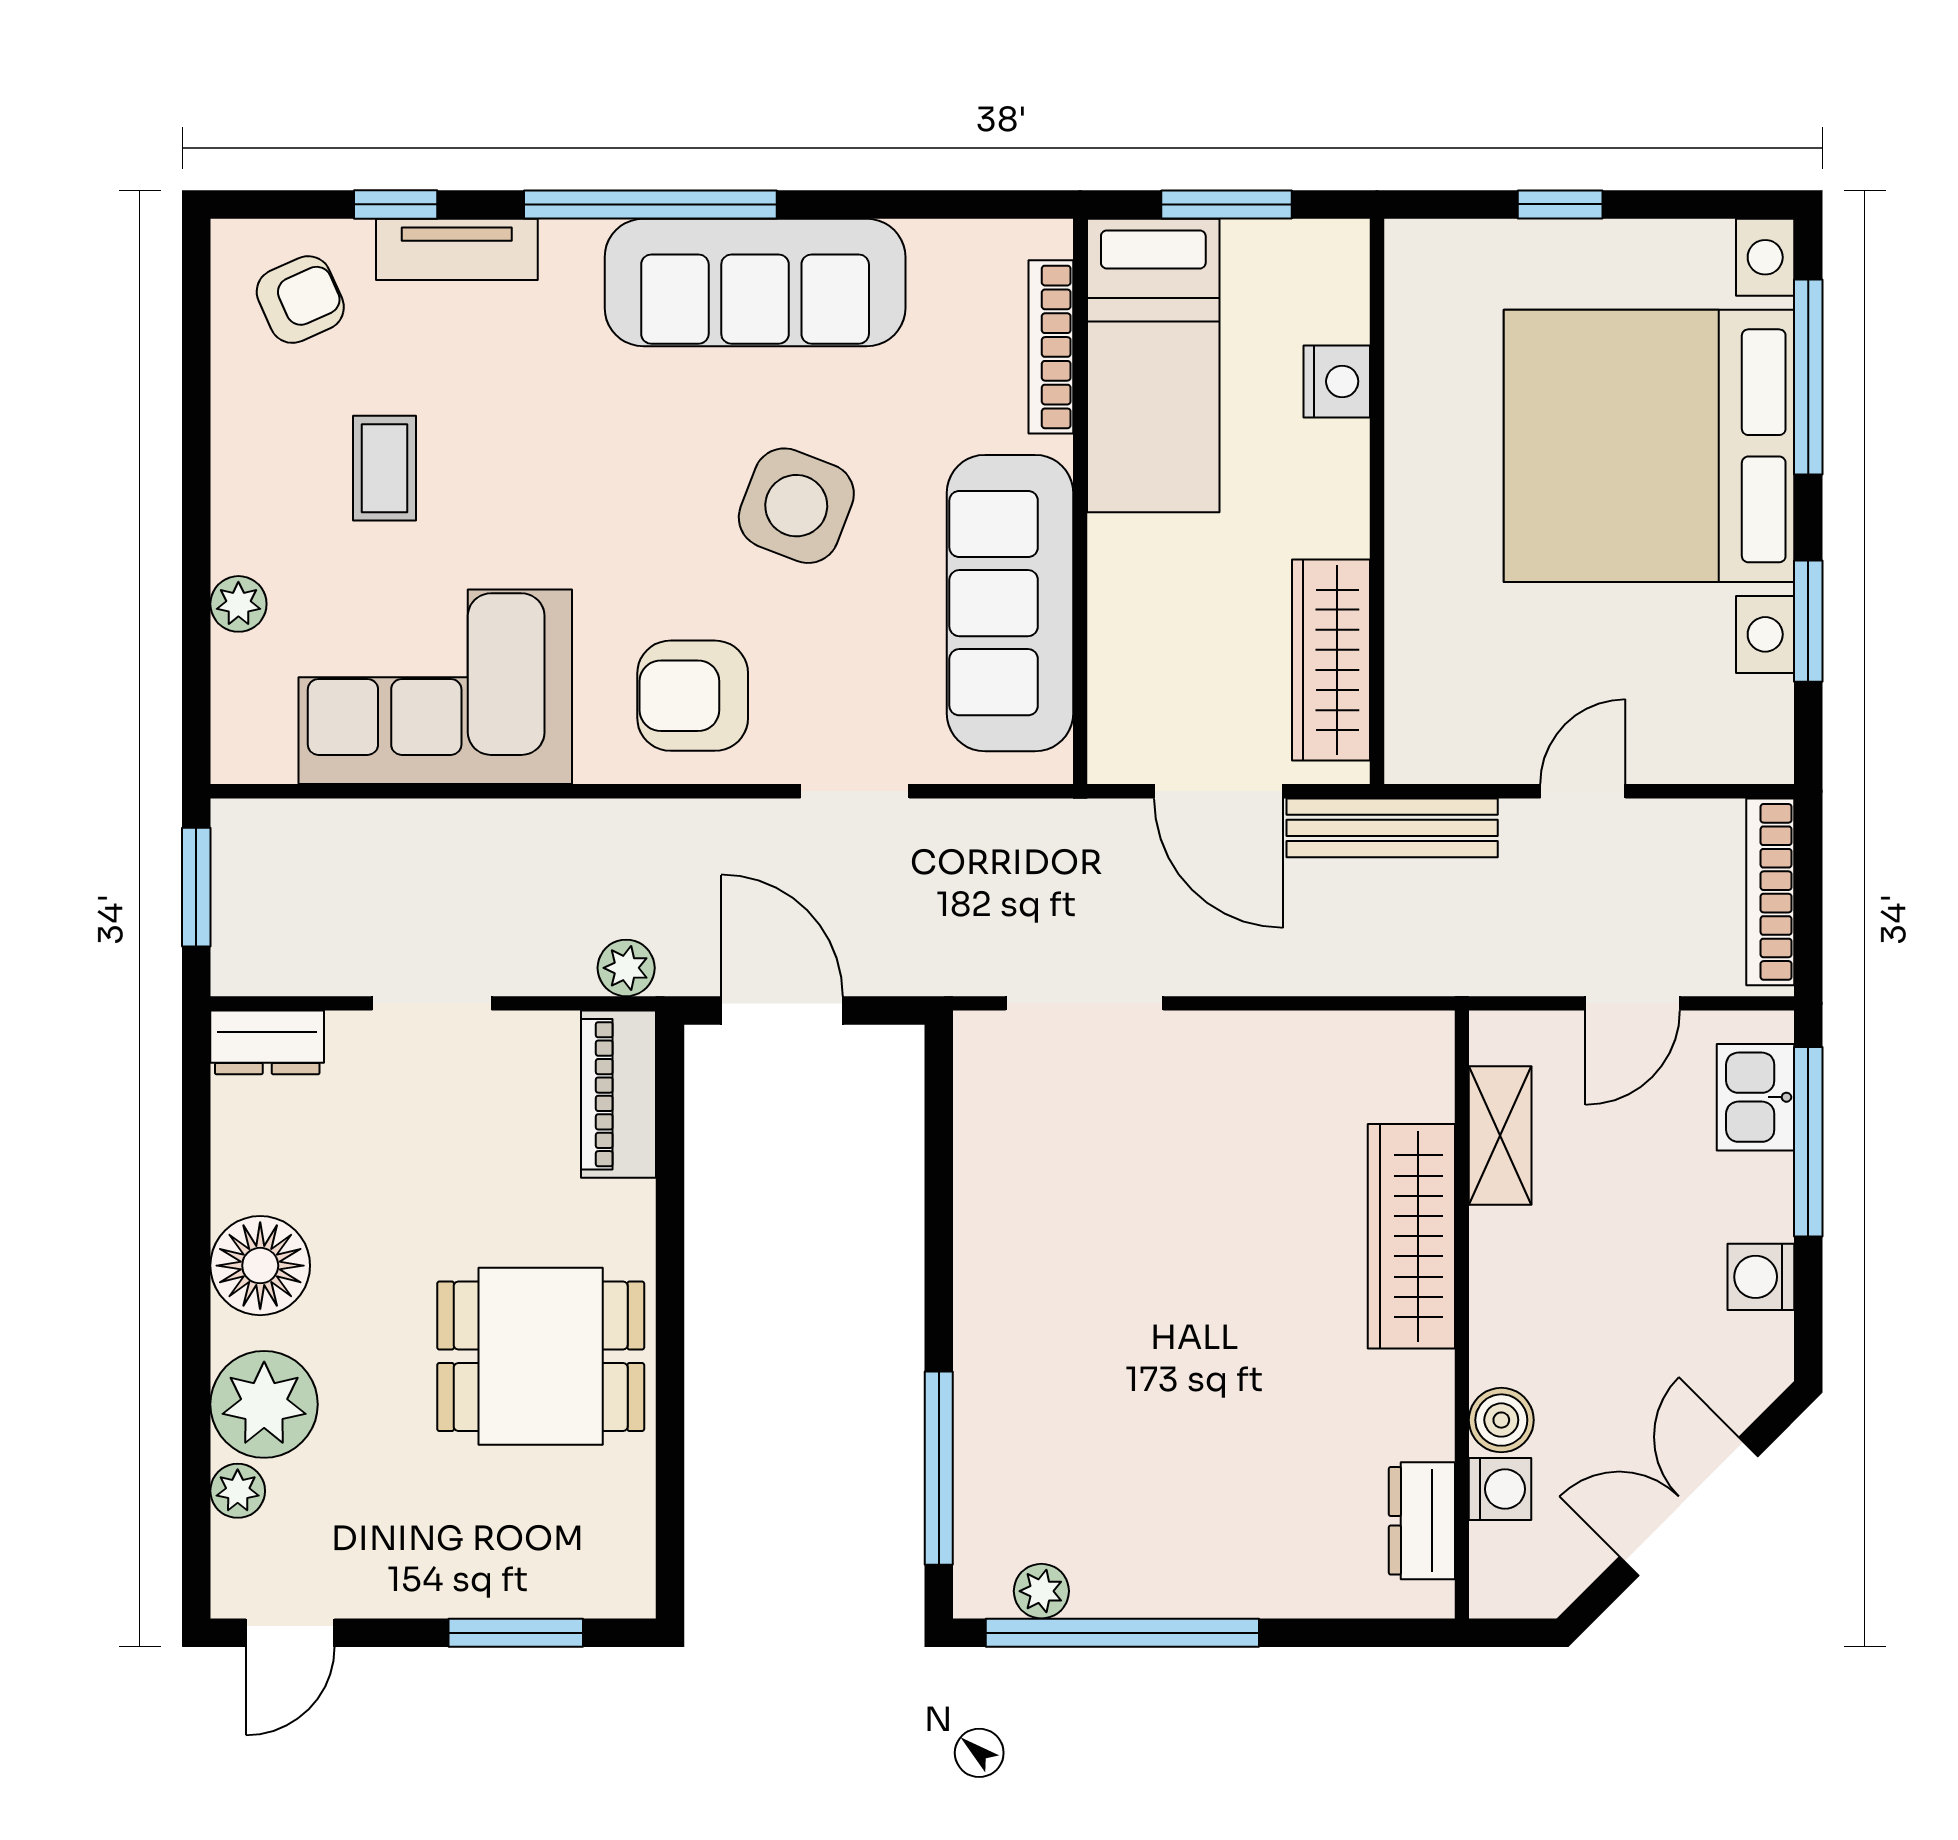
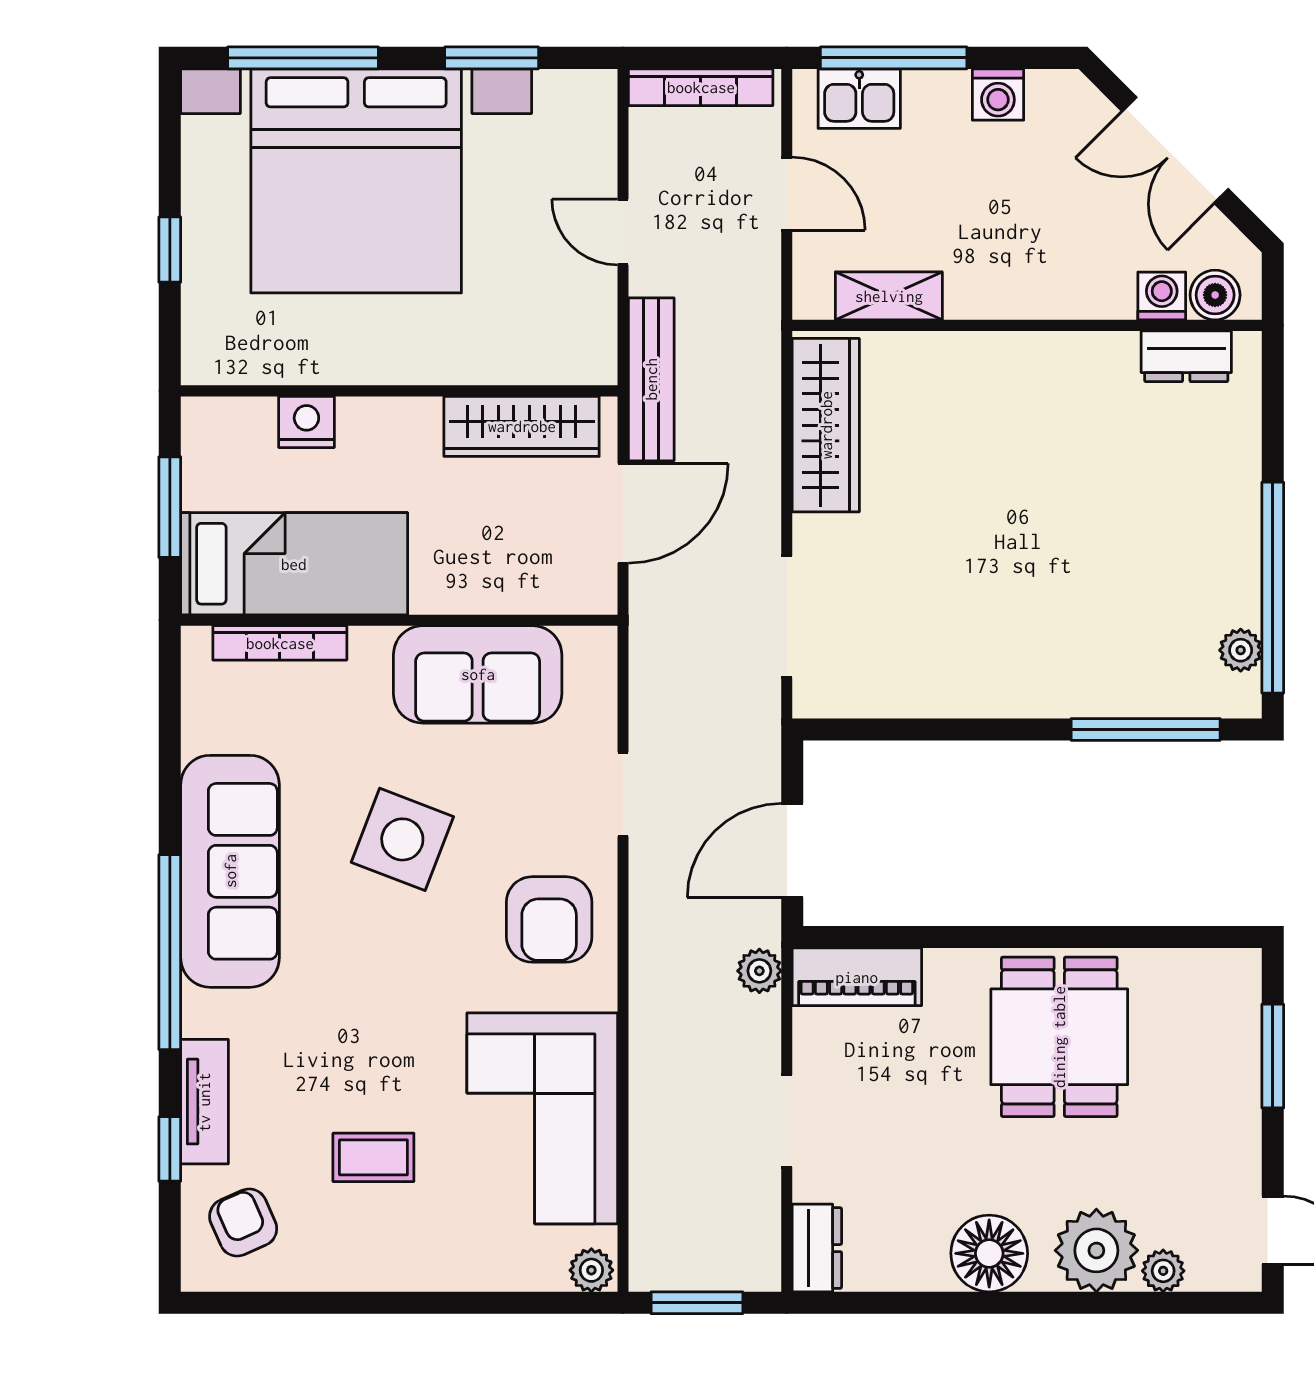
sofa: (1010, 603) -> (478, 674), width x0.73
plant: (238, 604) -> (591, 1270), moved
wardrobe: (1411, 1236) -> (826, 425), moved, turned -90
boiler: (1501, 1420) -> (1215, 295), moved

